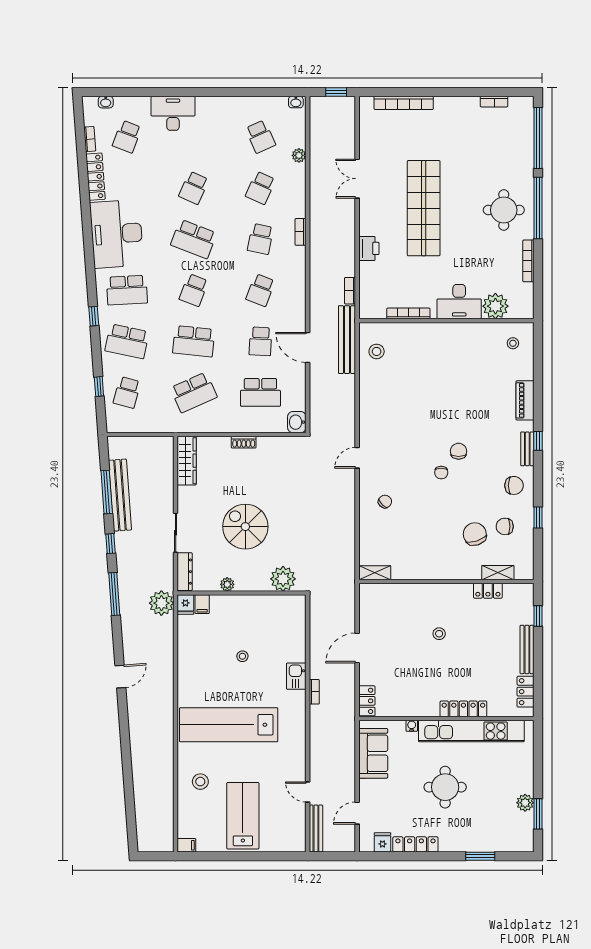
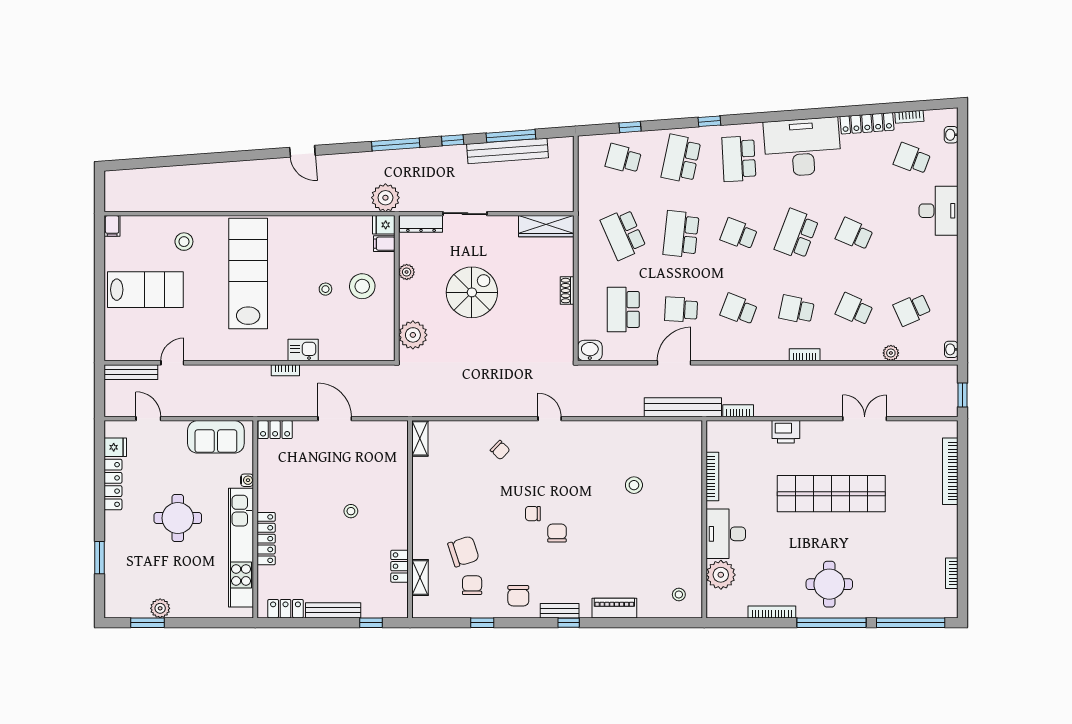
stool: (377, 351) -> (634, 485), moved
chair: (459, 451) -> (557, 533), turned -90
stool: (240, 624) -> (362, 286), added

